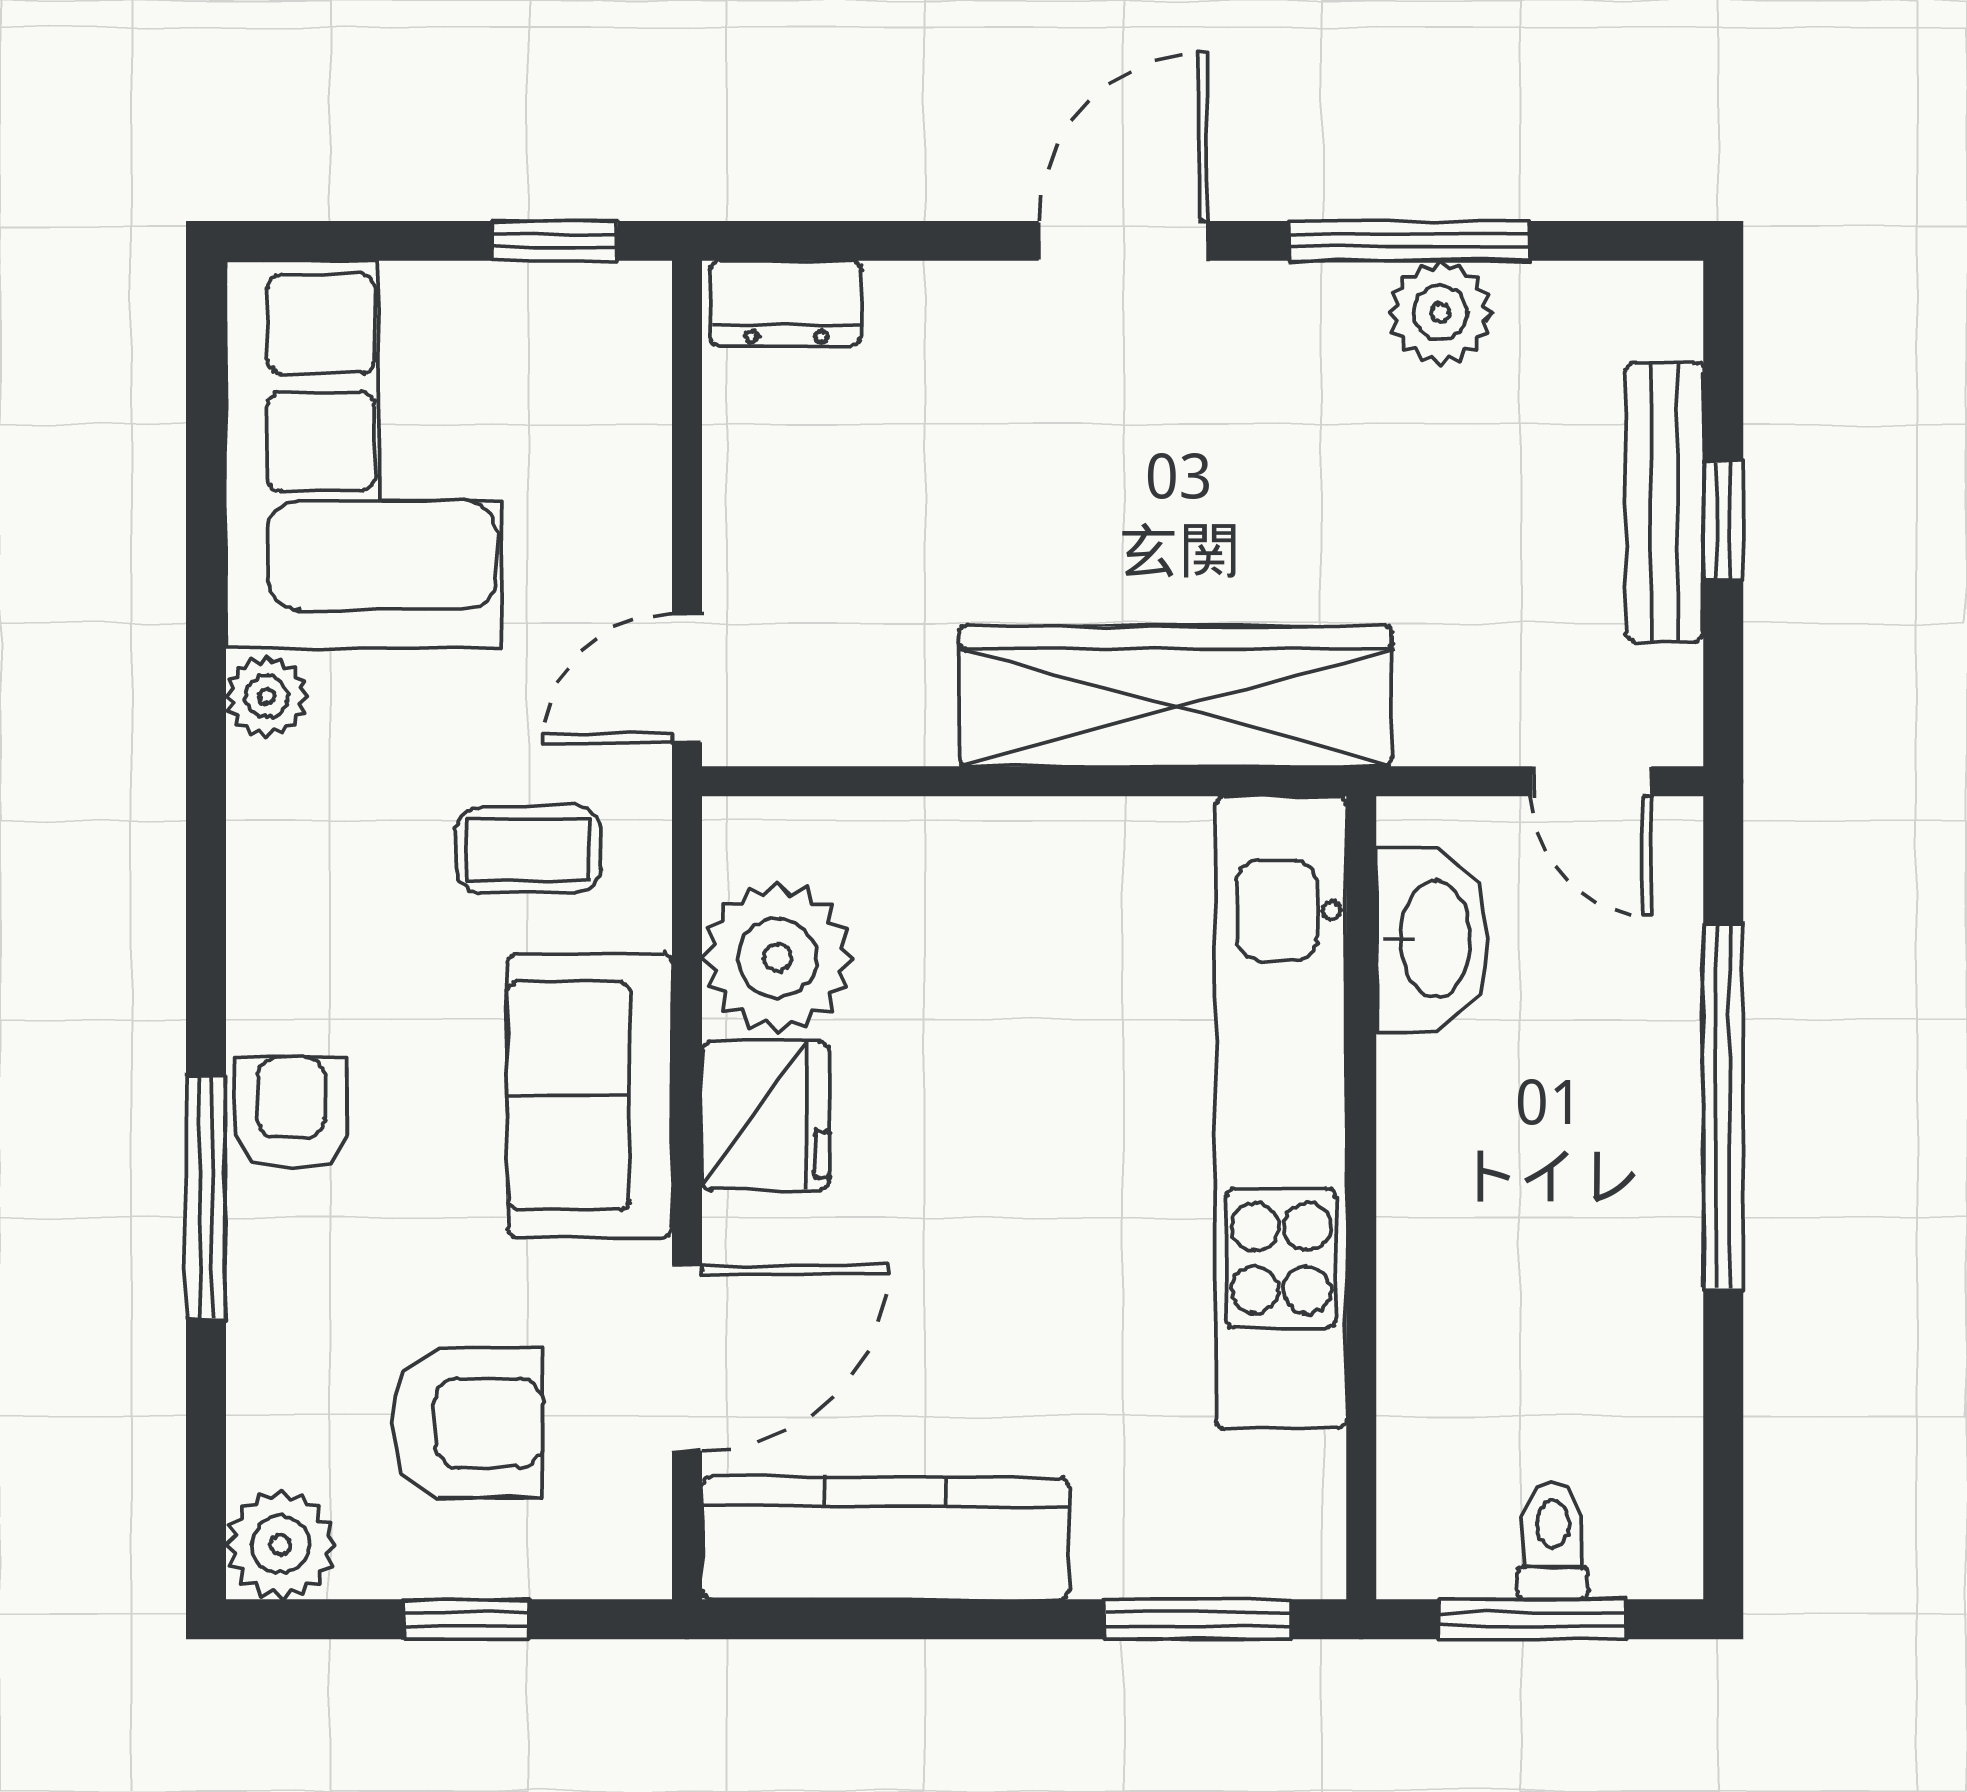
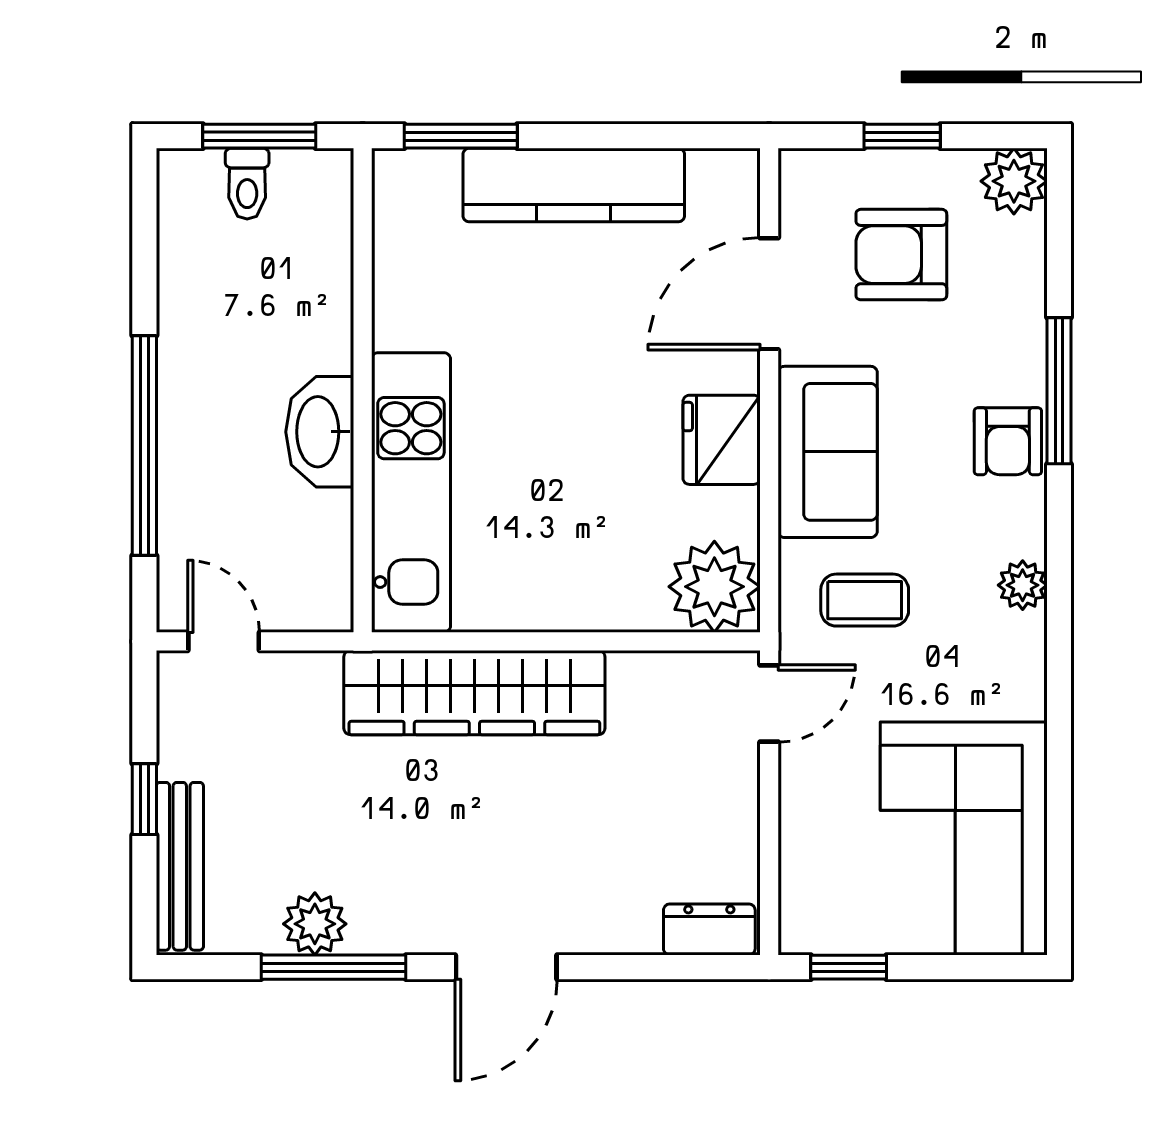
bench: (1664, 502) -> (180, 866), moved
plant: (266, 696) -> (1023, 585), moved
washbasin: (1432, 939) -> (320, 432), moved
plant: (777, 958) -> (714, 587), moved
kitchen unit: (1281, 1113) -> (411, 493), width x0.73
kitchen counter: (885, 1538) -> (574, 185), moved

